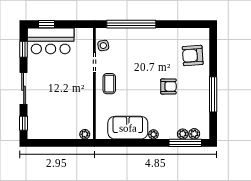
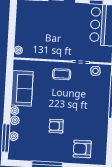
armchair: (193, 55) -> (82, 149), turned -86
armchair: (168, 86) -> (56, 126), turned 90
plant: (194, 134) -> (15, 120), moved

